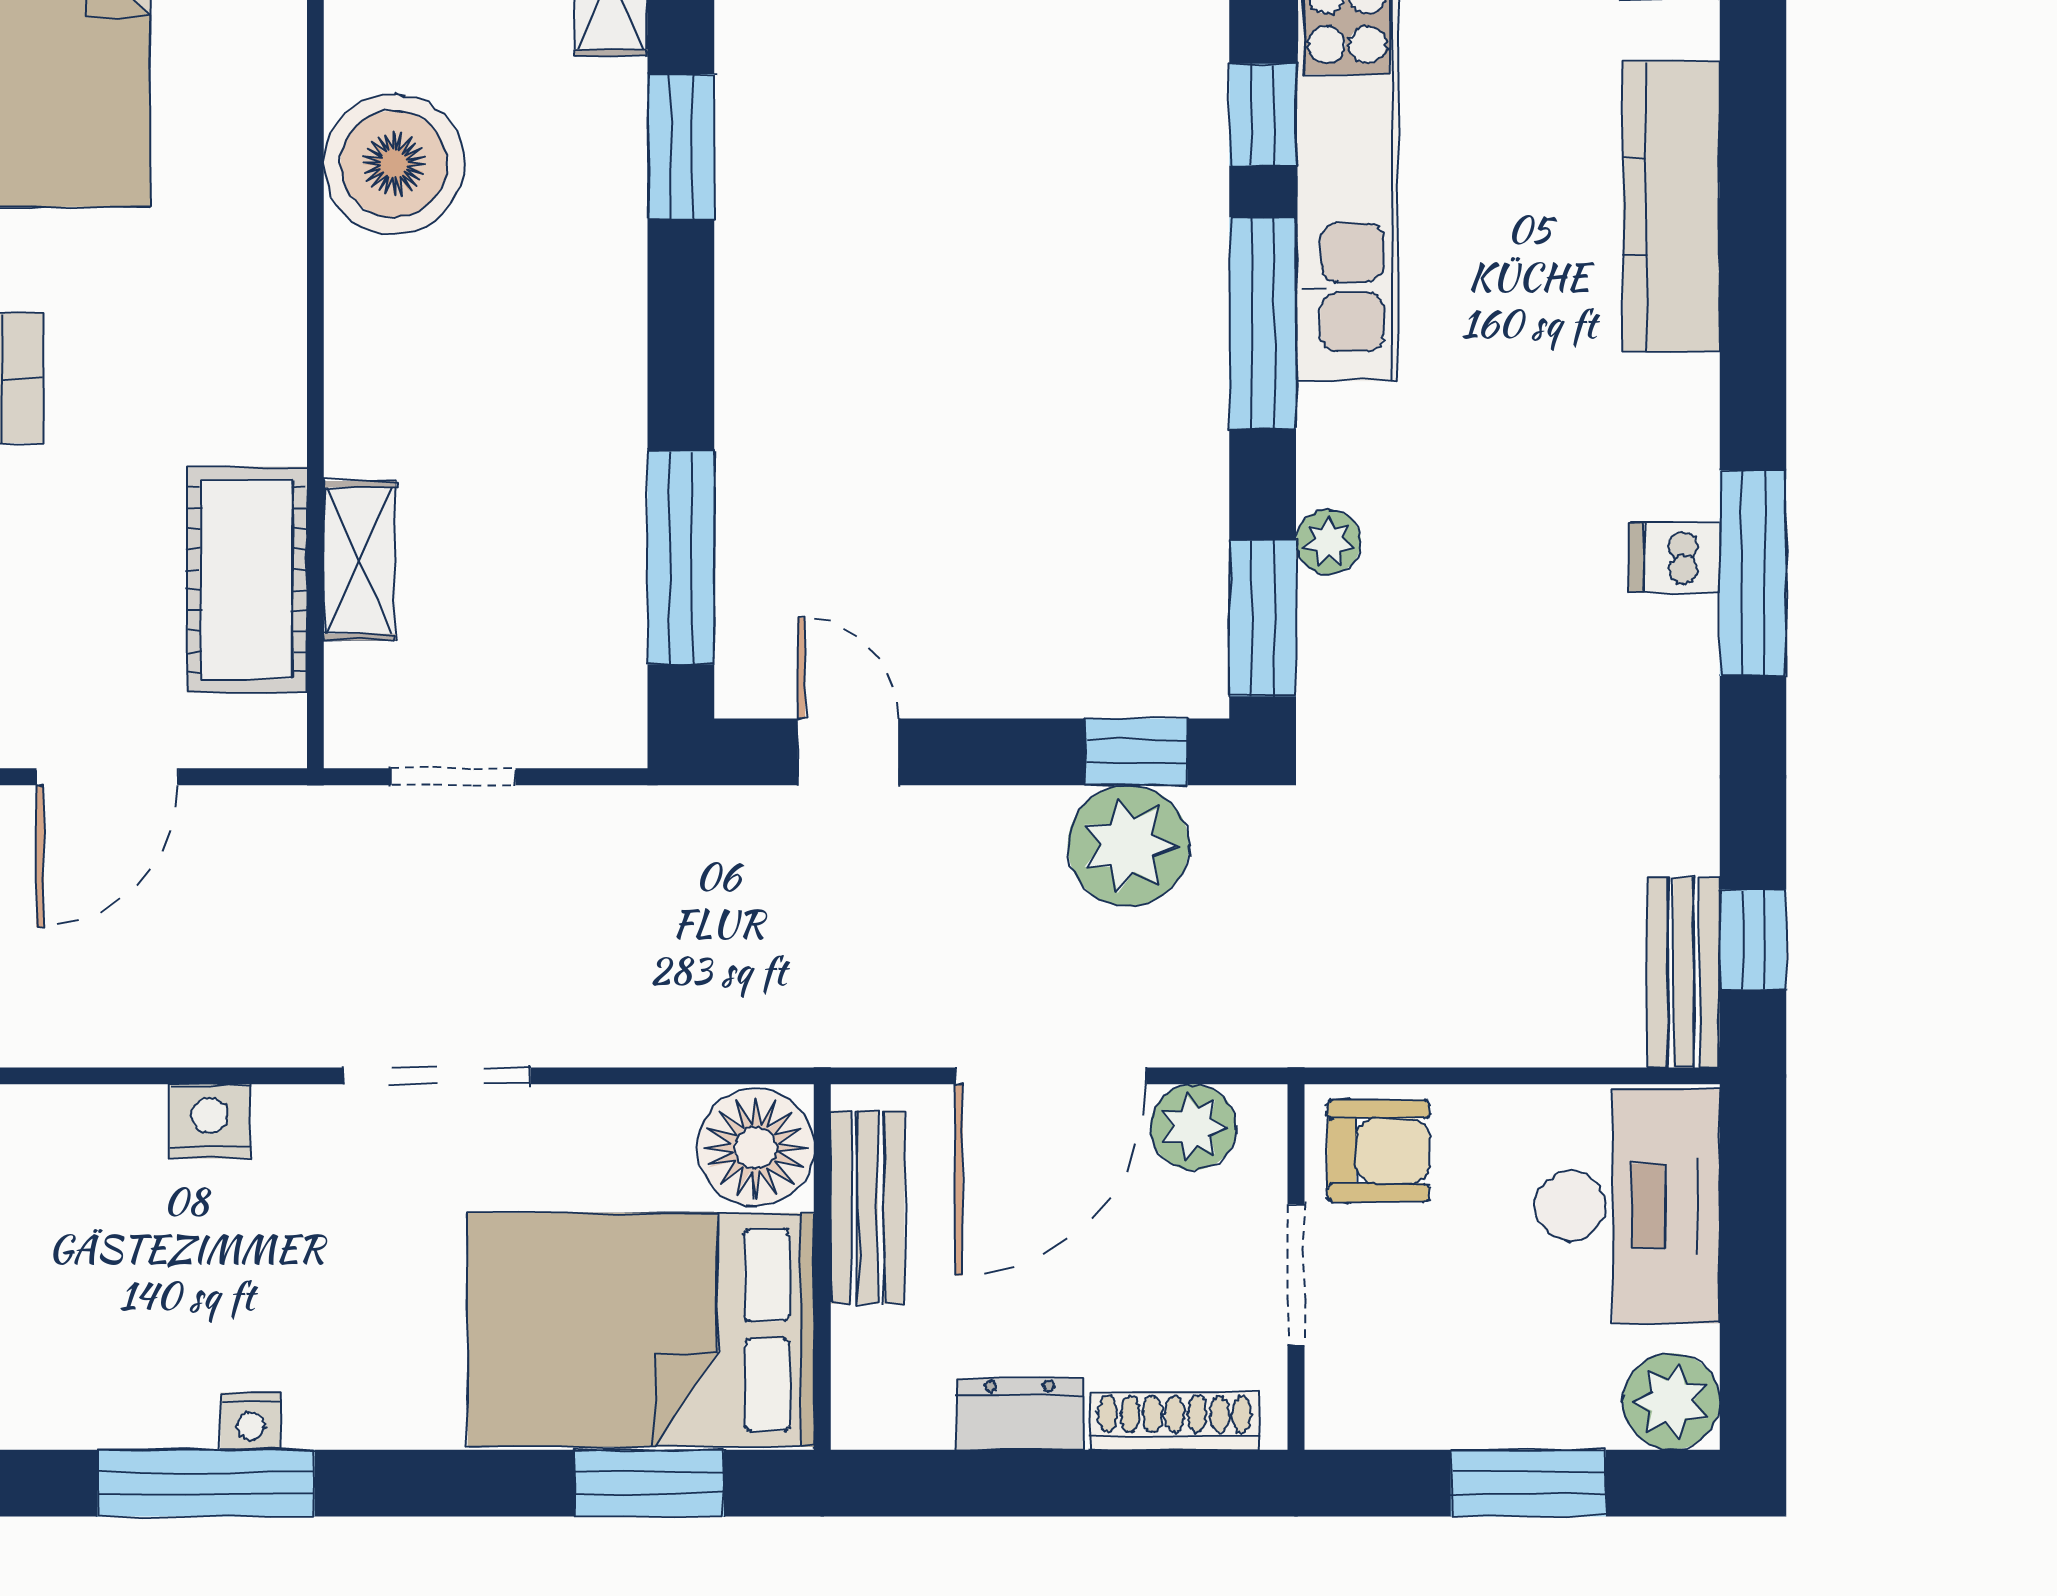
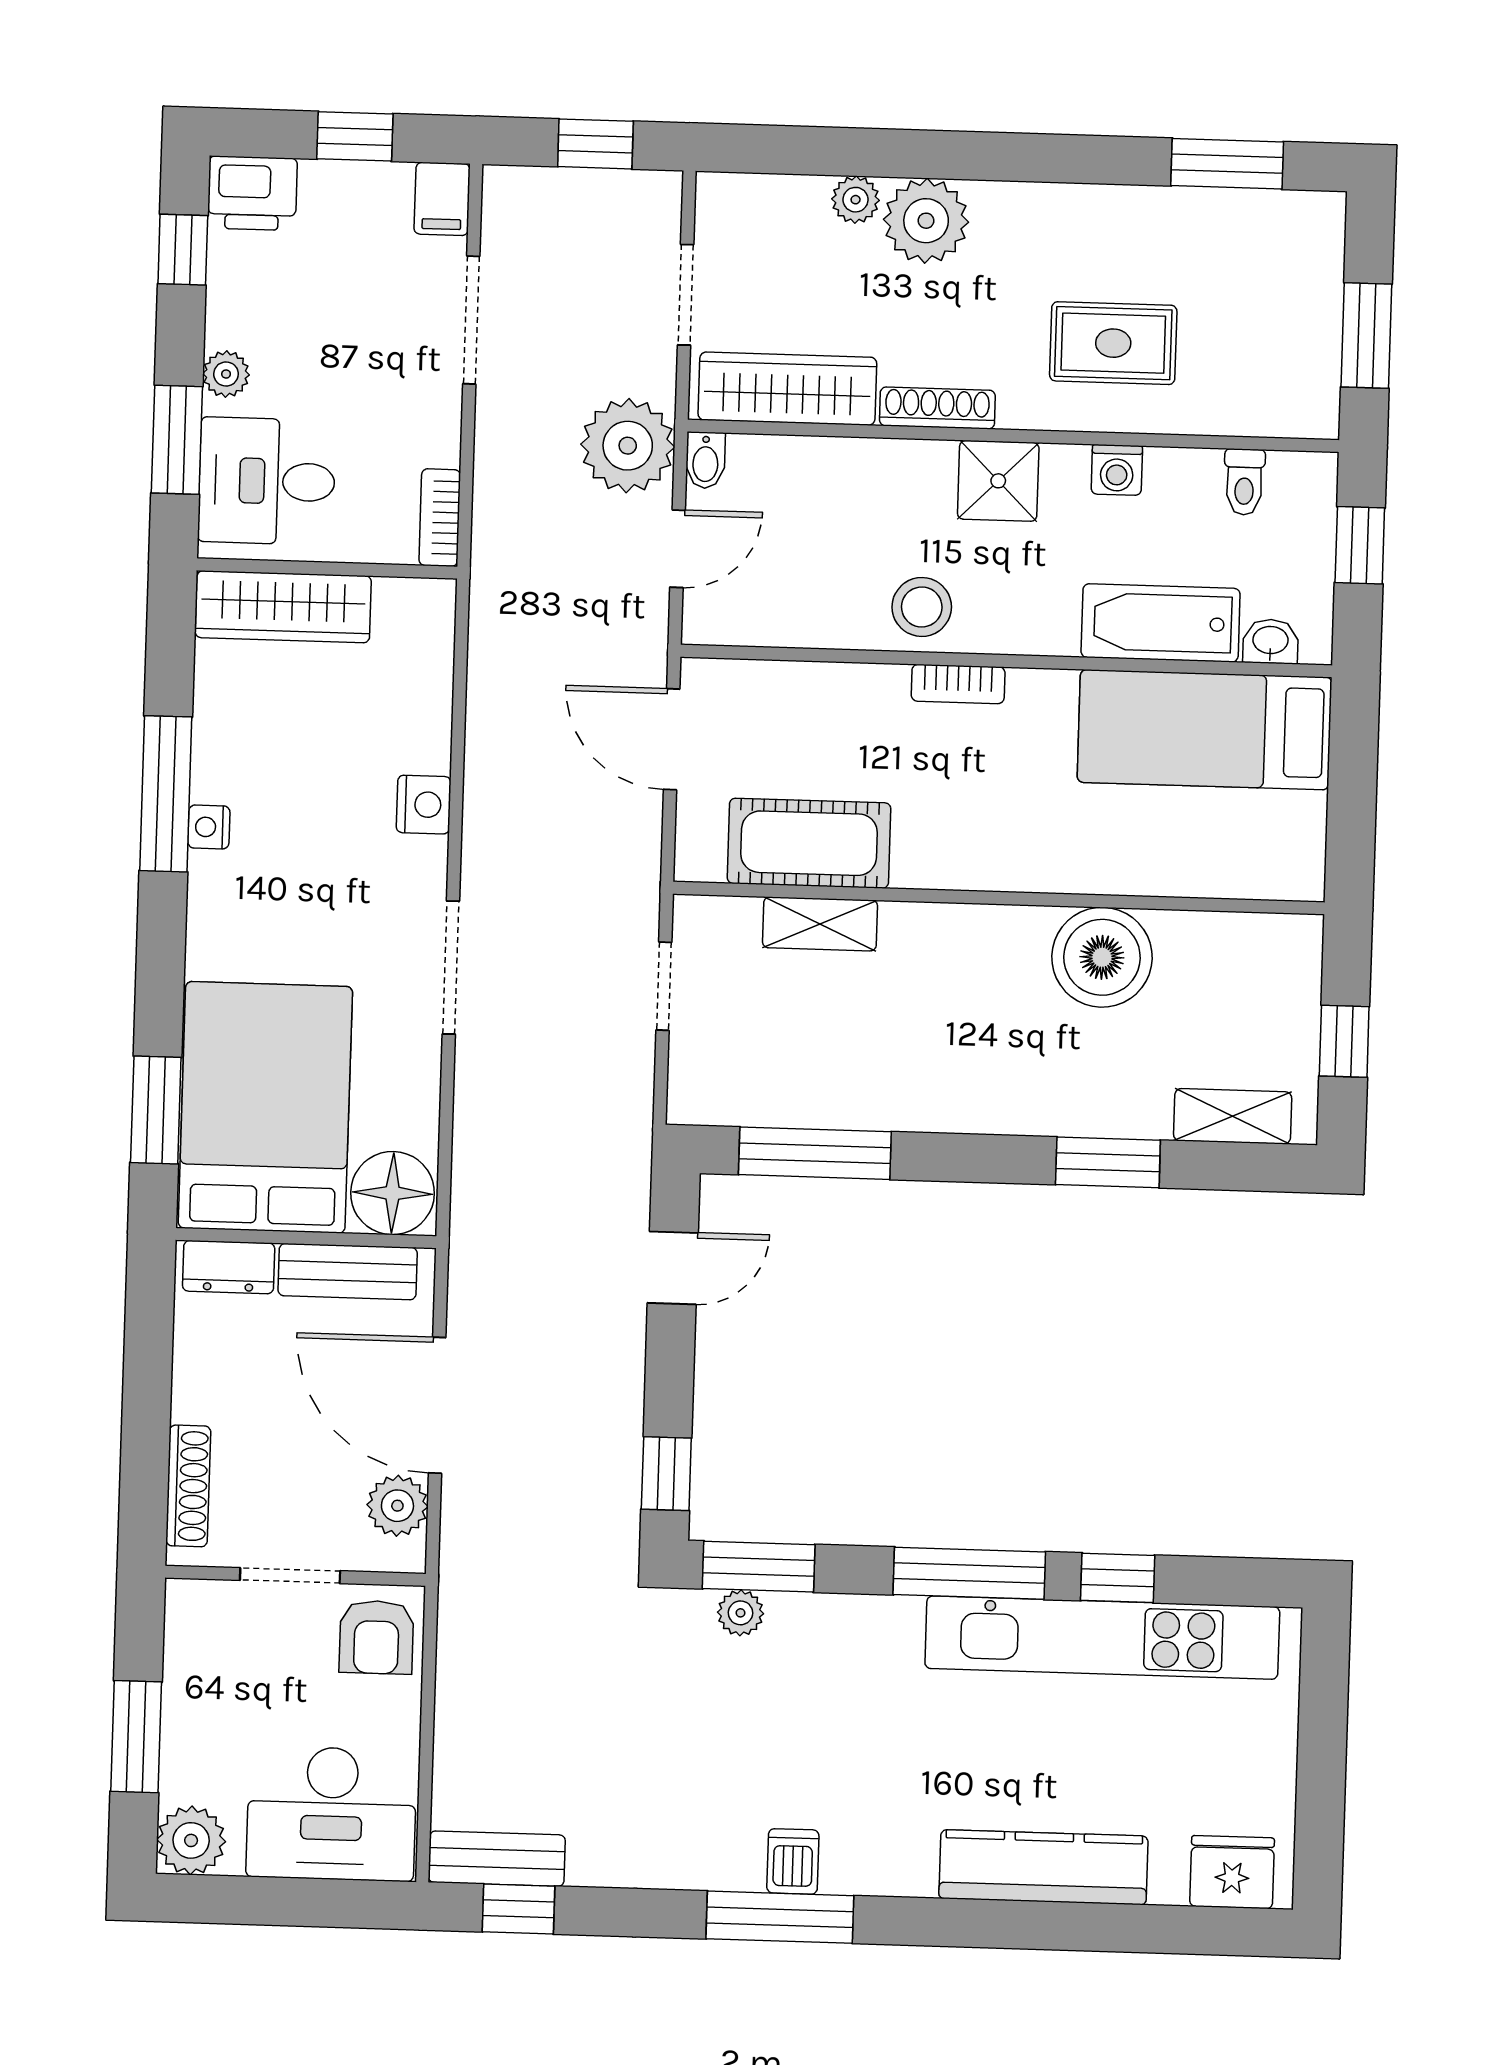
plant: (1328, 542) -> (741, 1613), moved
plant: (1128, 846) -> (600, 1466), removed
dresser: (1020, 1414) -> (229, 1267), moved, turned 90

